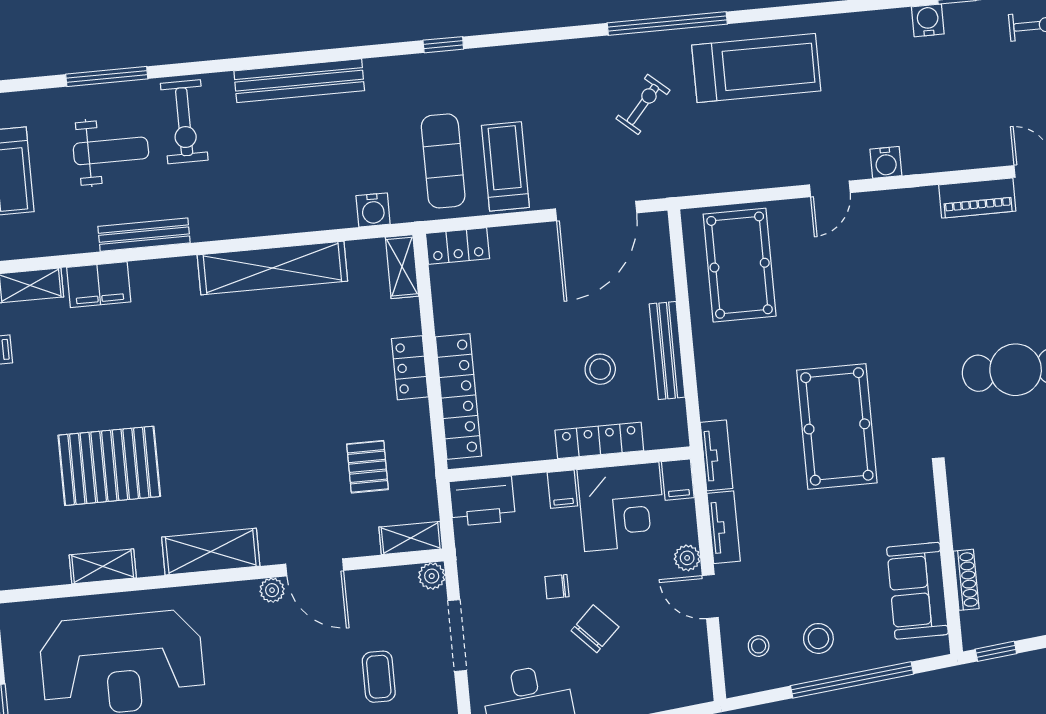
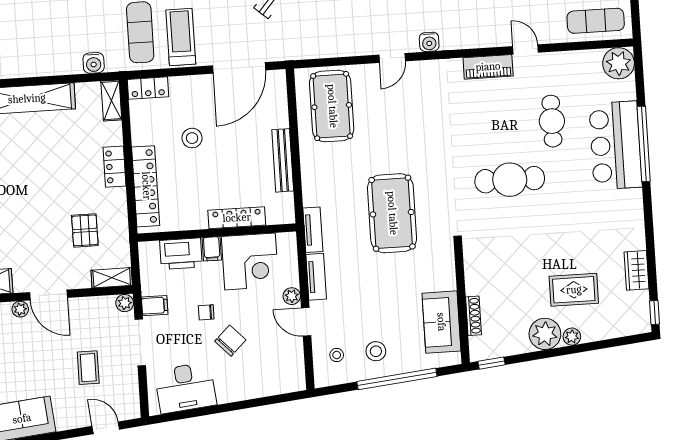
stool: (600, 369) -> (192, 138), moved
filing cabinet: (678, 480) -> (155, 306), moved, turned -90
printer: (482, 501) -> (181, 254), moved

